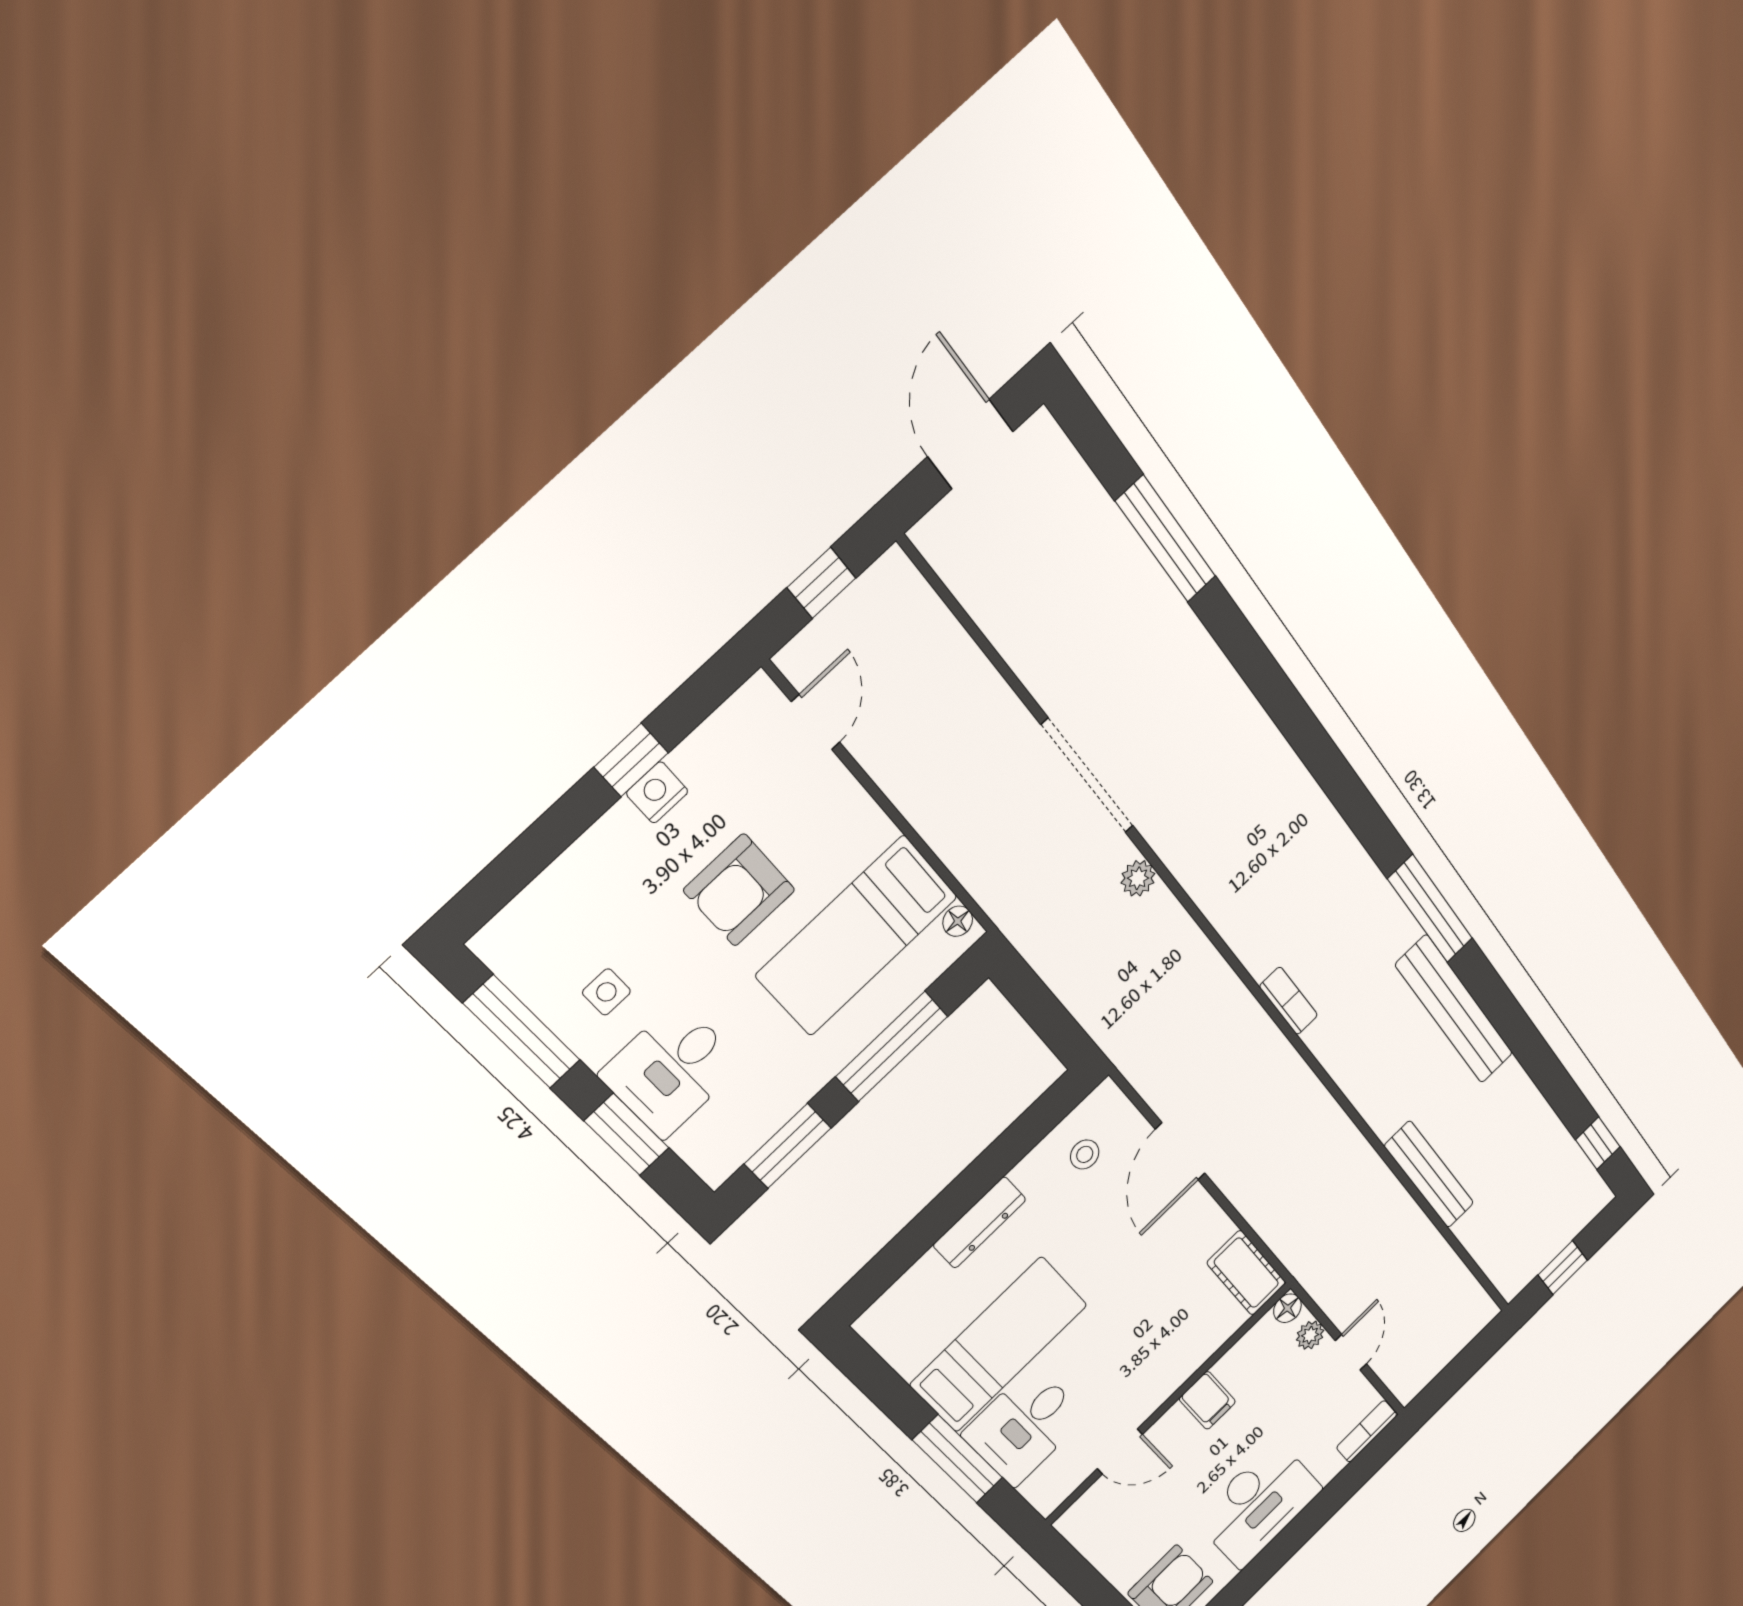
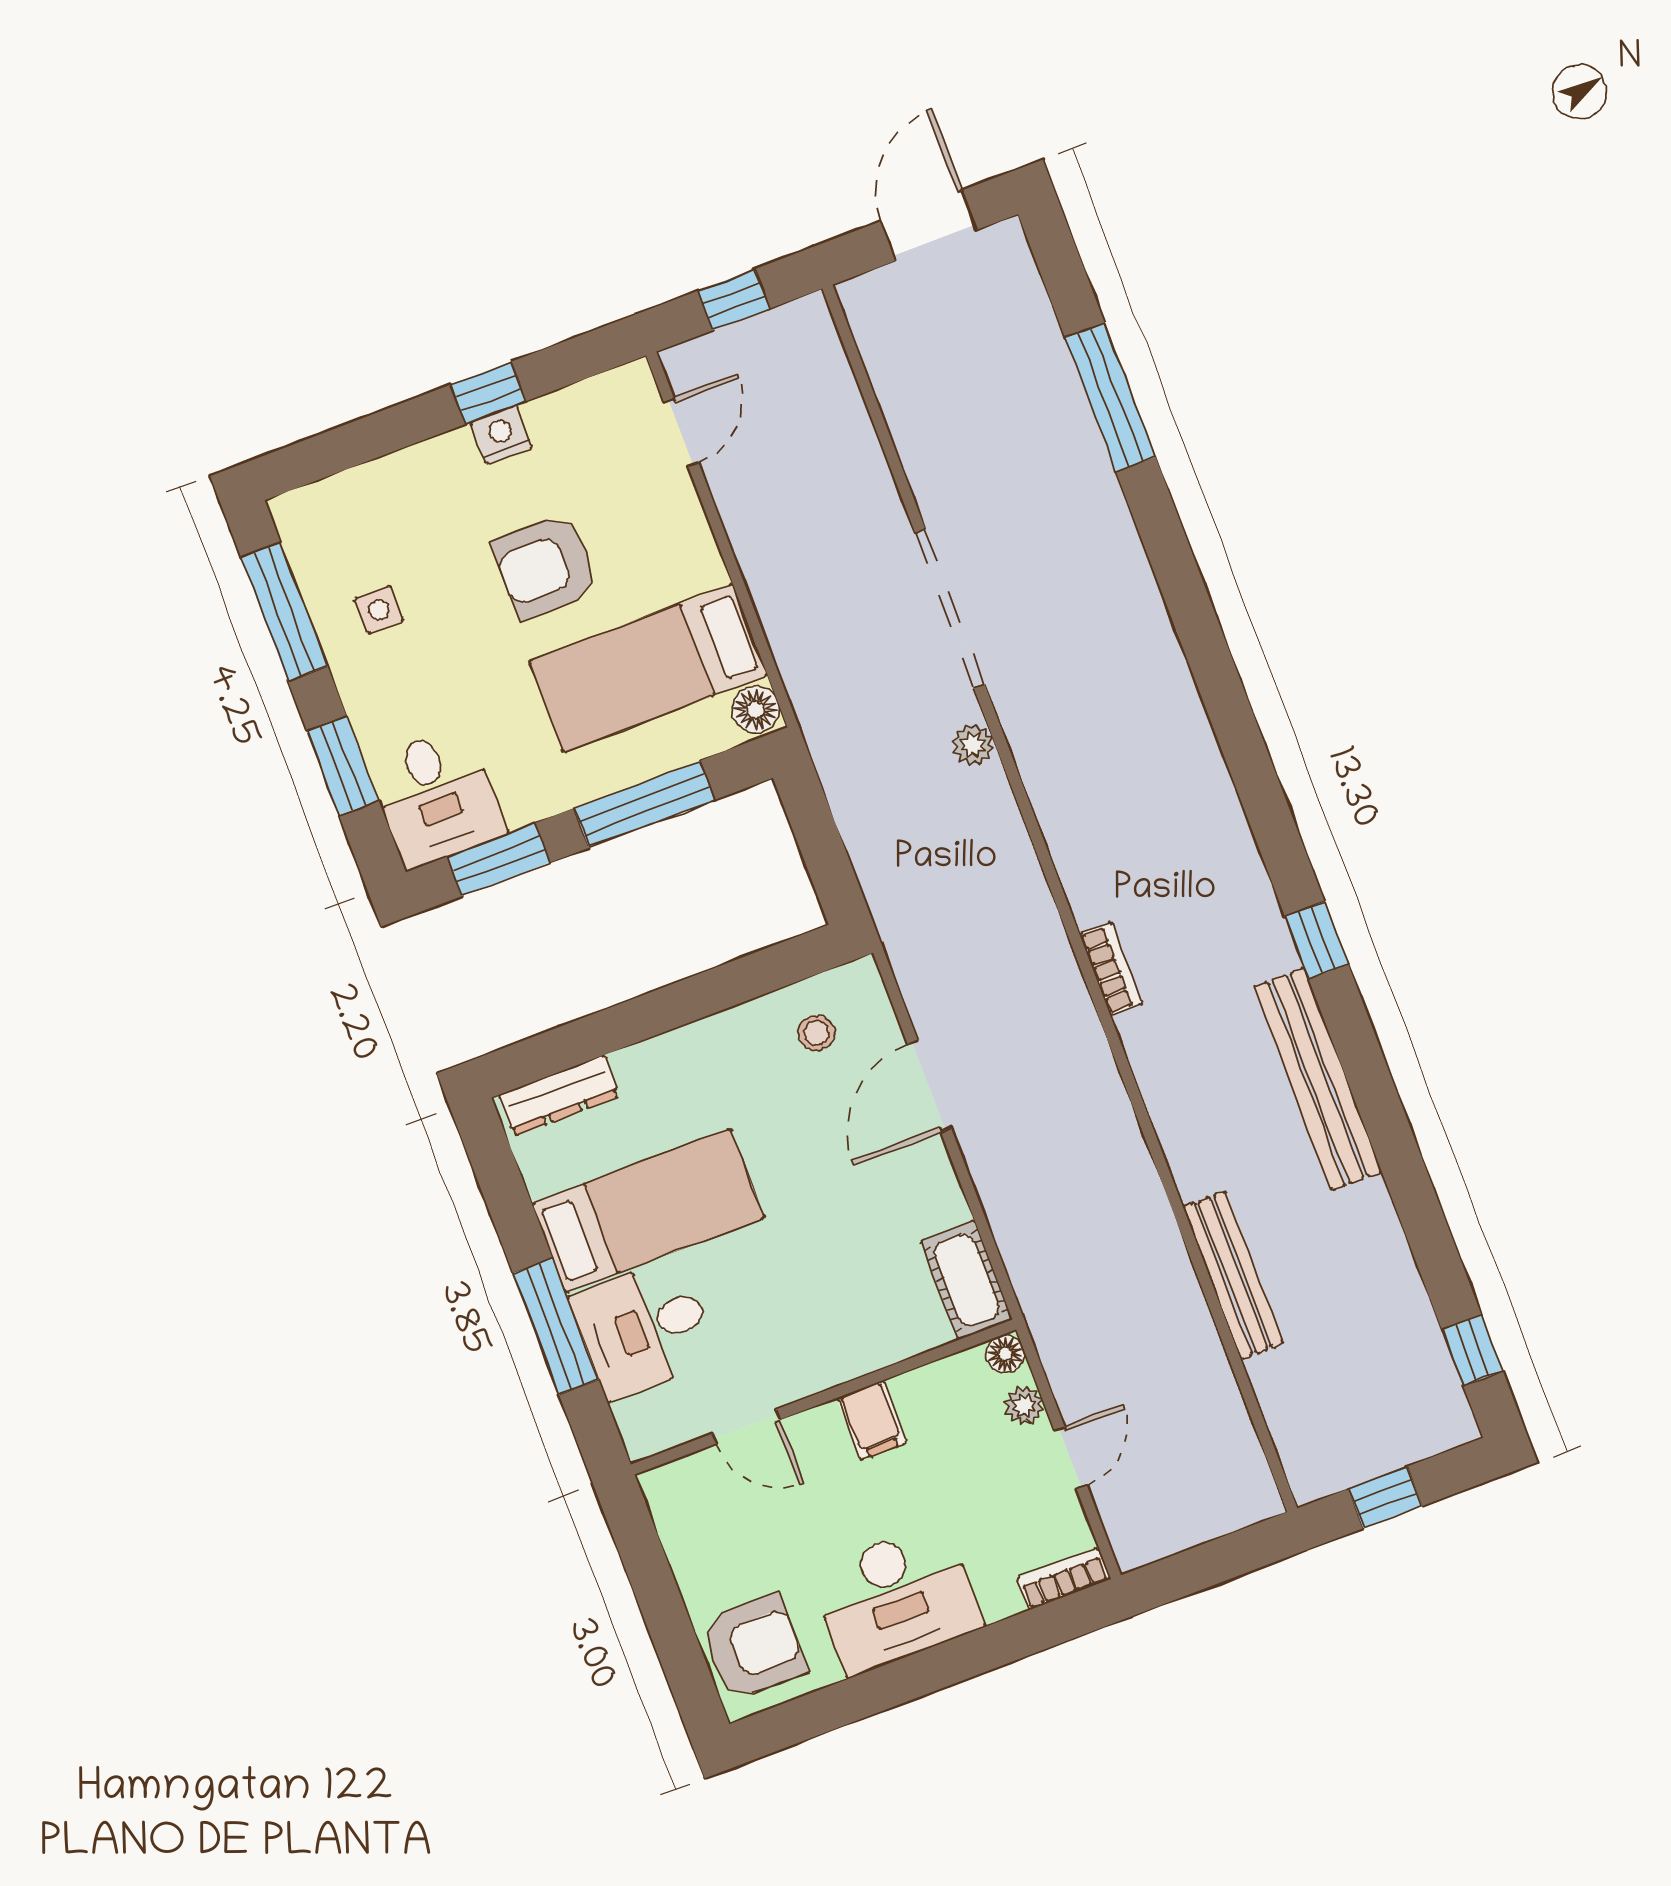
window: (1430, 909) -> (1317, 940), width x0.46
floor lamp: (958, 921) -> (756, 710), width x1.37, depth x1.37
desk: (671, 1070) -> (436, 797), moved, turned -90
dresser: (980, 1222) -> (559, 1096), moved

